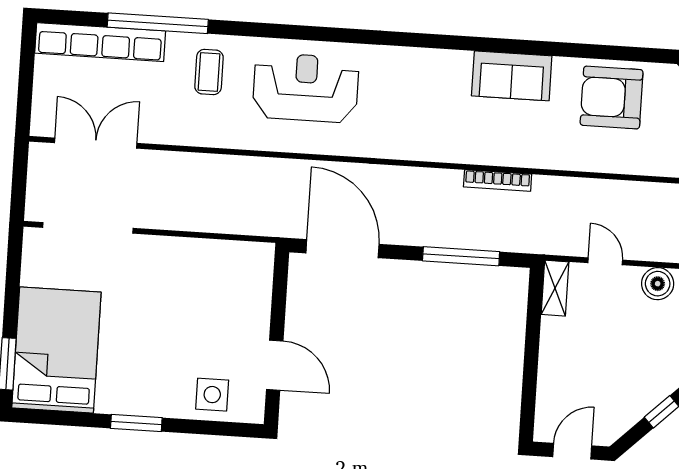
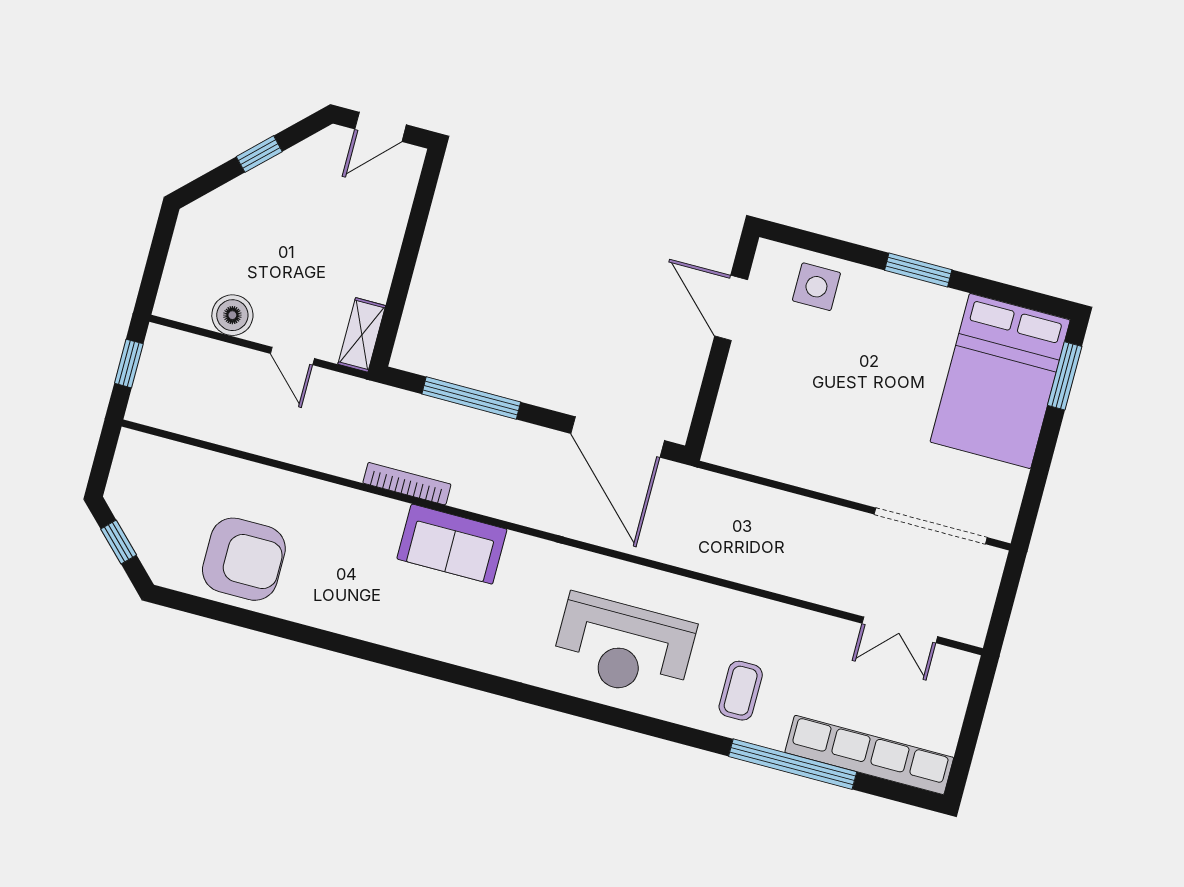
sofa: (512, 76) -> (452, 544), moved, turned 180
double door: (96, 143) -> (900, 630), width x0.73

